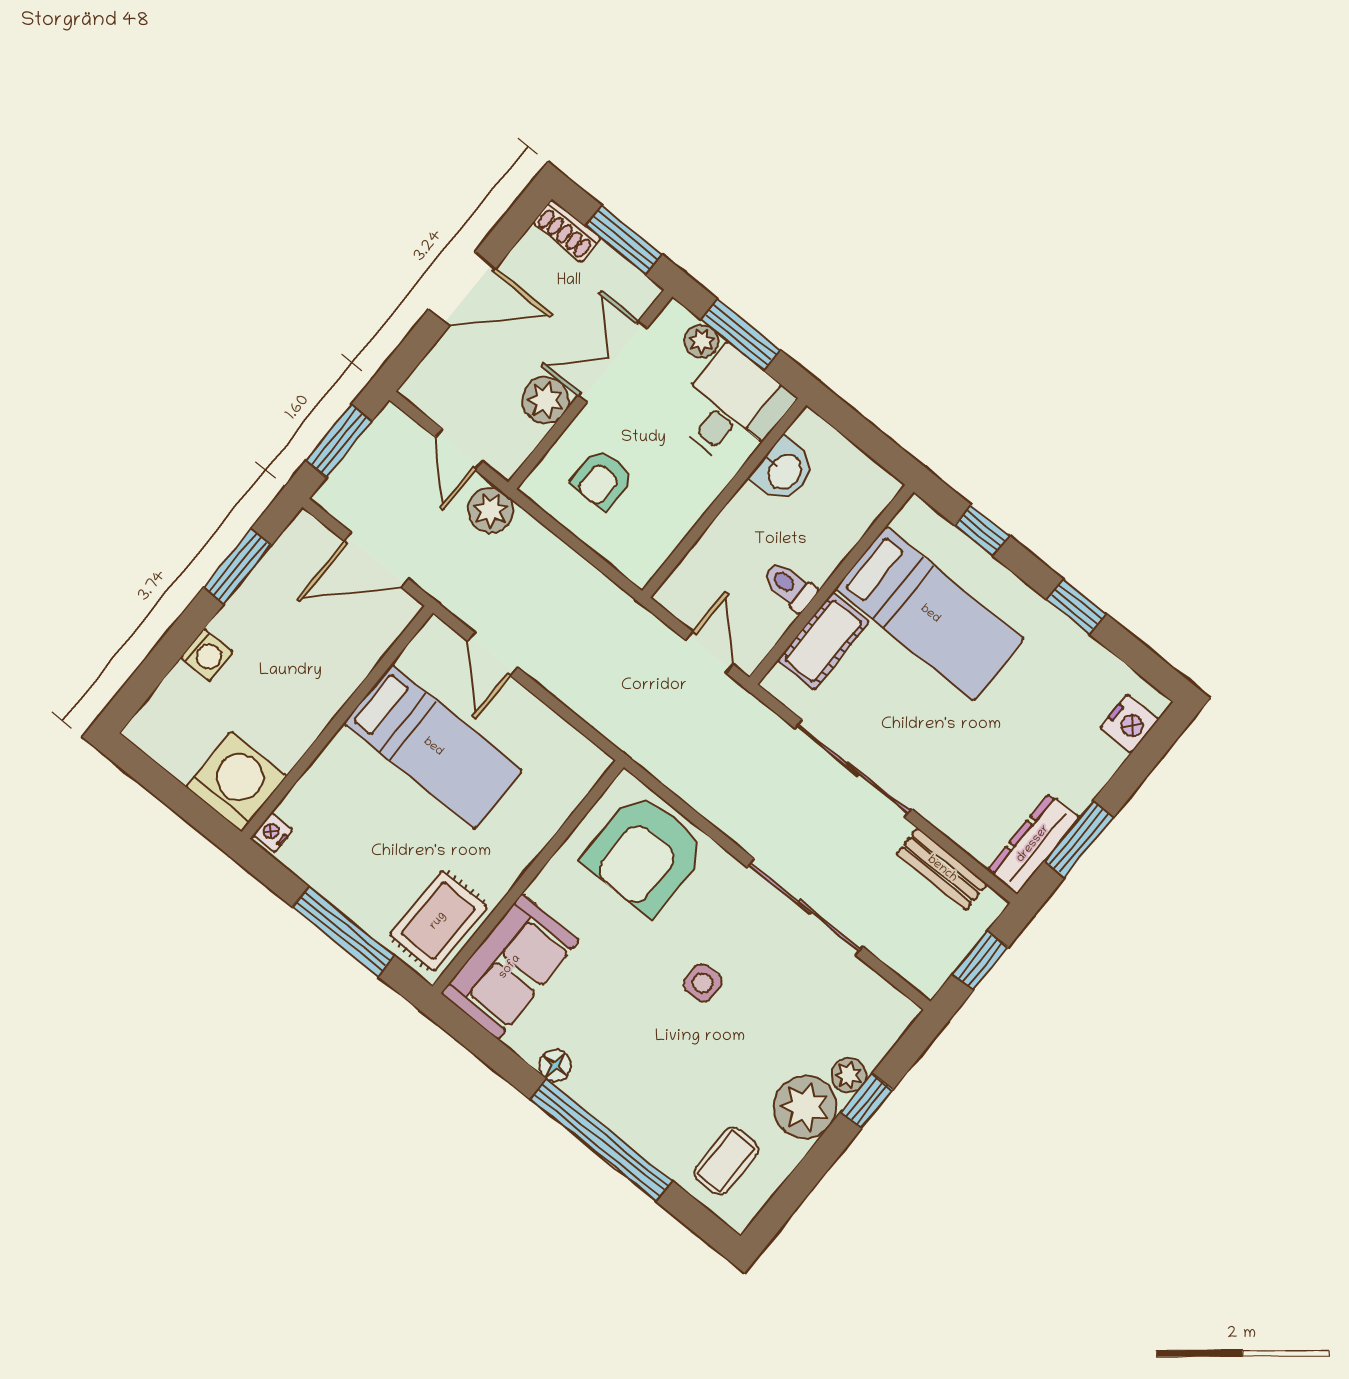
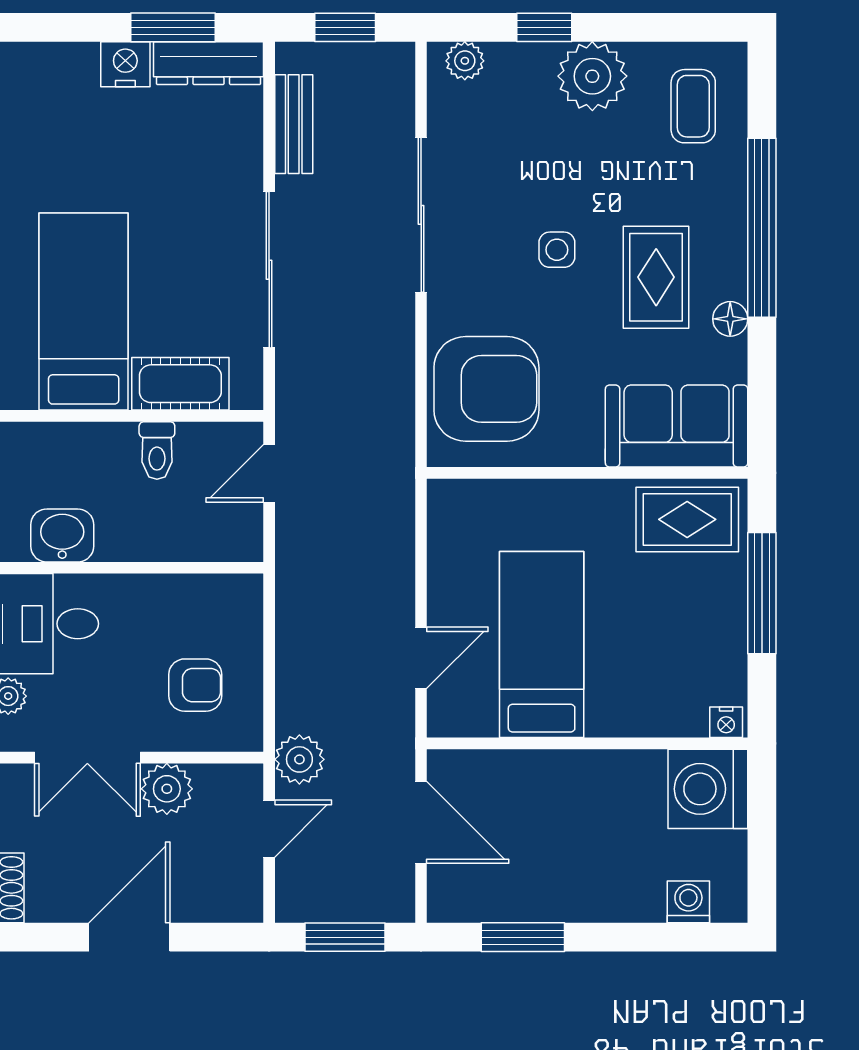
door: (462, 289) -> (129, 937), hinge flipped
washing machine: (207, 655) -> (688, 902), moved
nightstand: (1130, 723) -> (125, 64), moved
rug: (627, 1037) -> (656, 277), added
plant: (849, 1075) -> (465, 61), moved
coffee table: (726, 1161) -> (693, 106), turned 90

